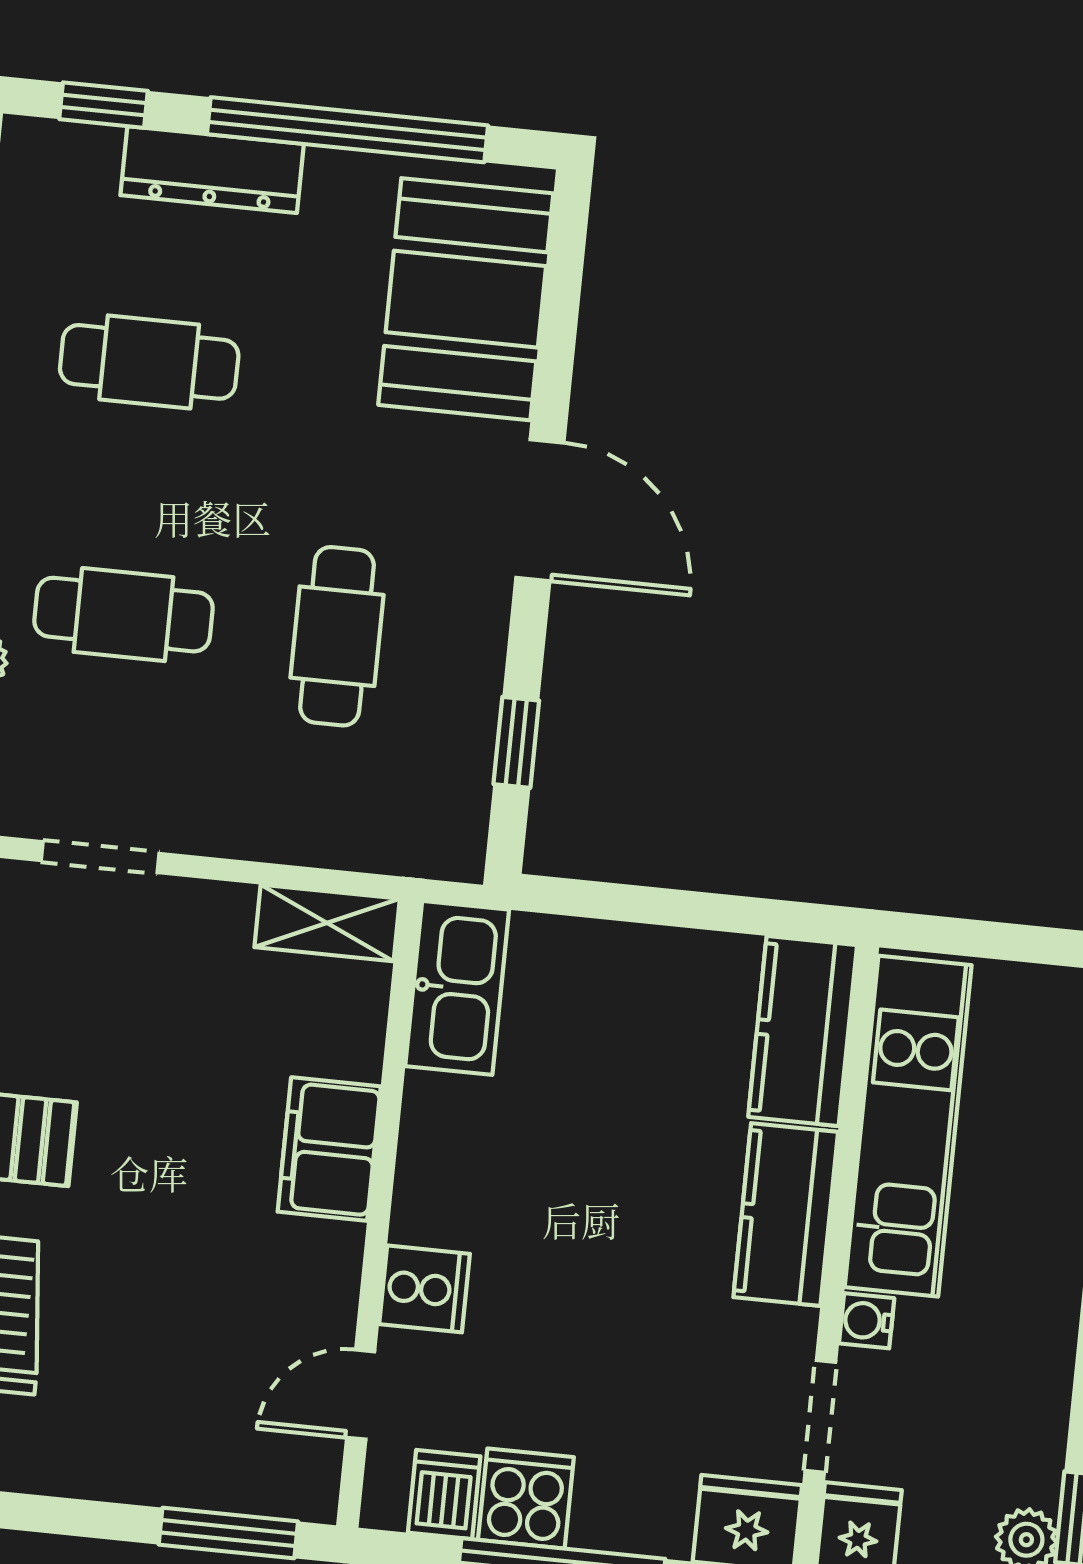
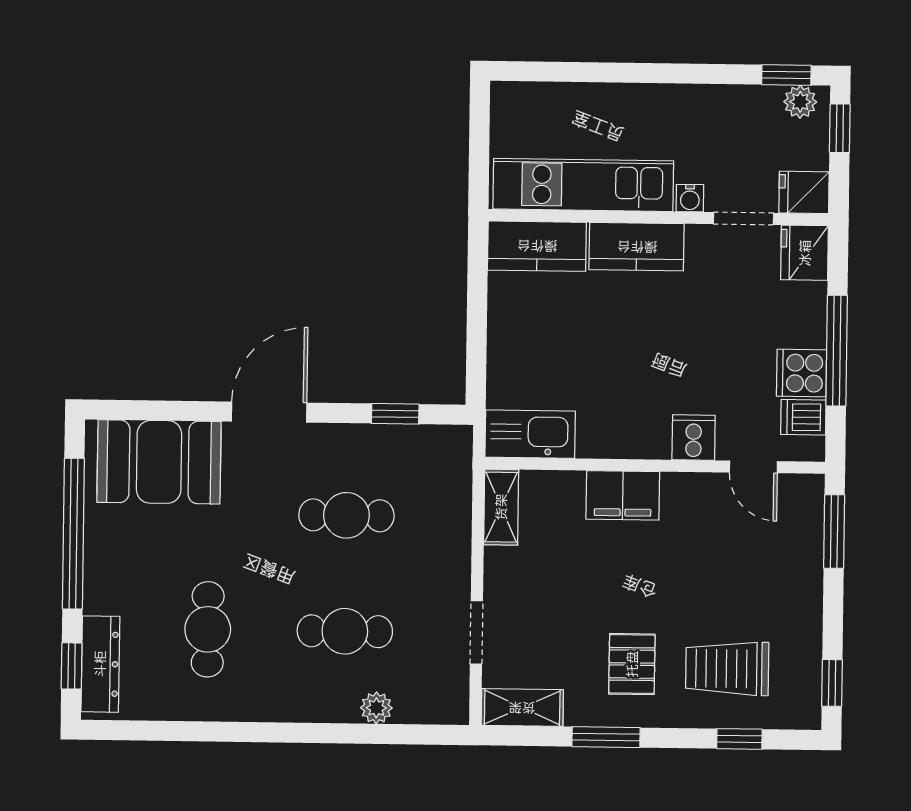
dresser: (212, 170) -> (100, 664), moved
cafe table: (123, 615) -> (345, 631), turned 90

